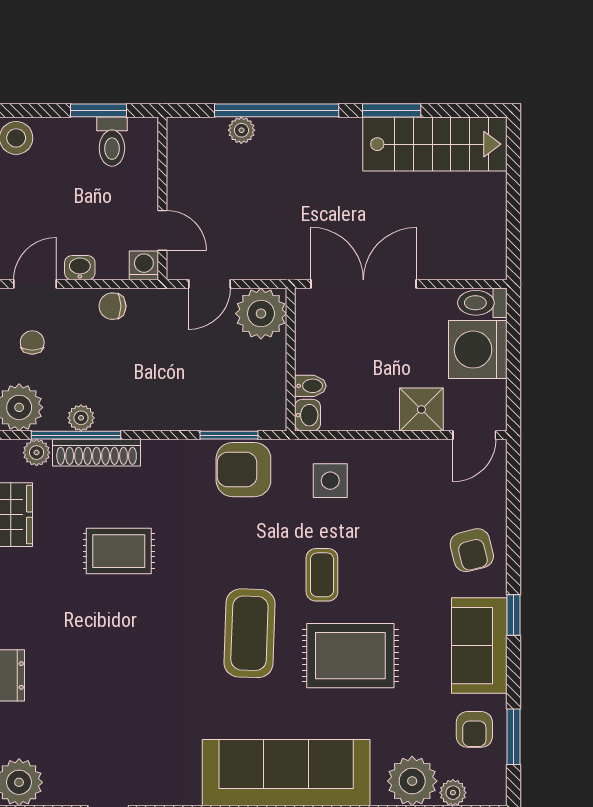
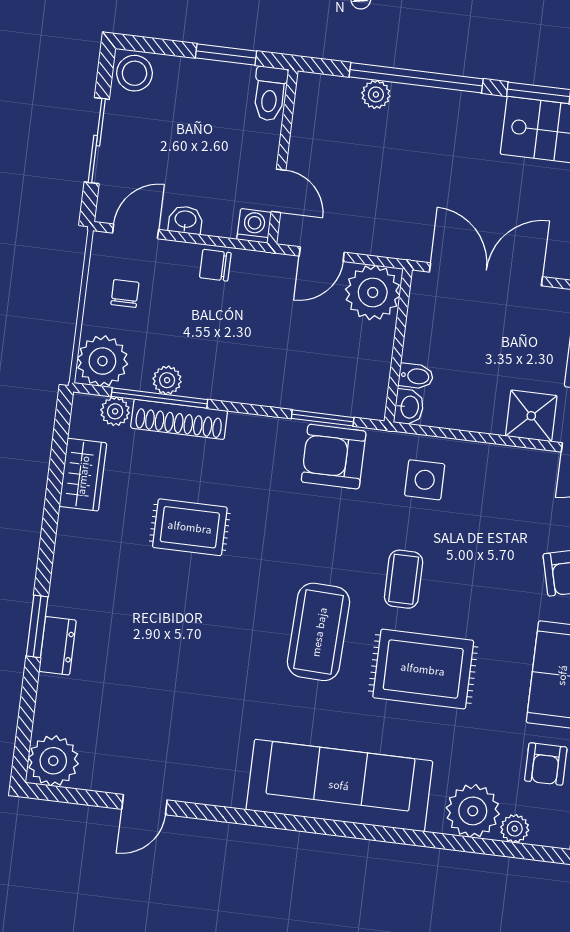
toilet: (112, 142) -> (270, 94), moved

